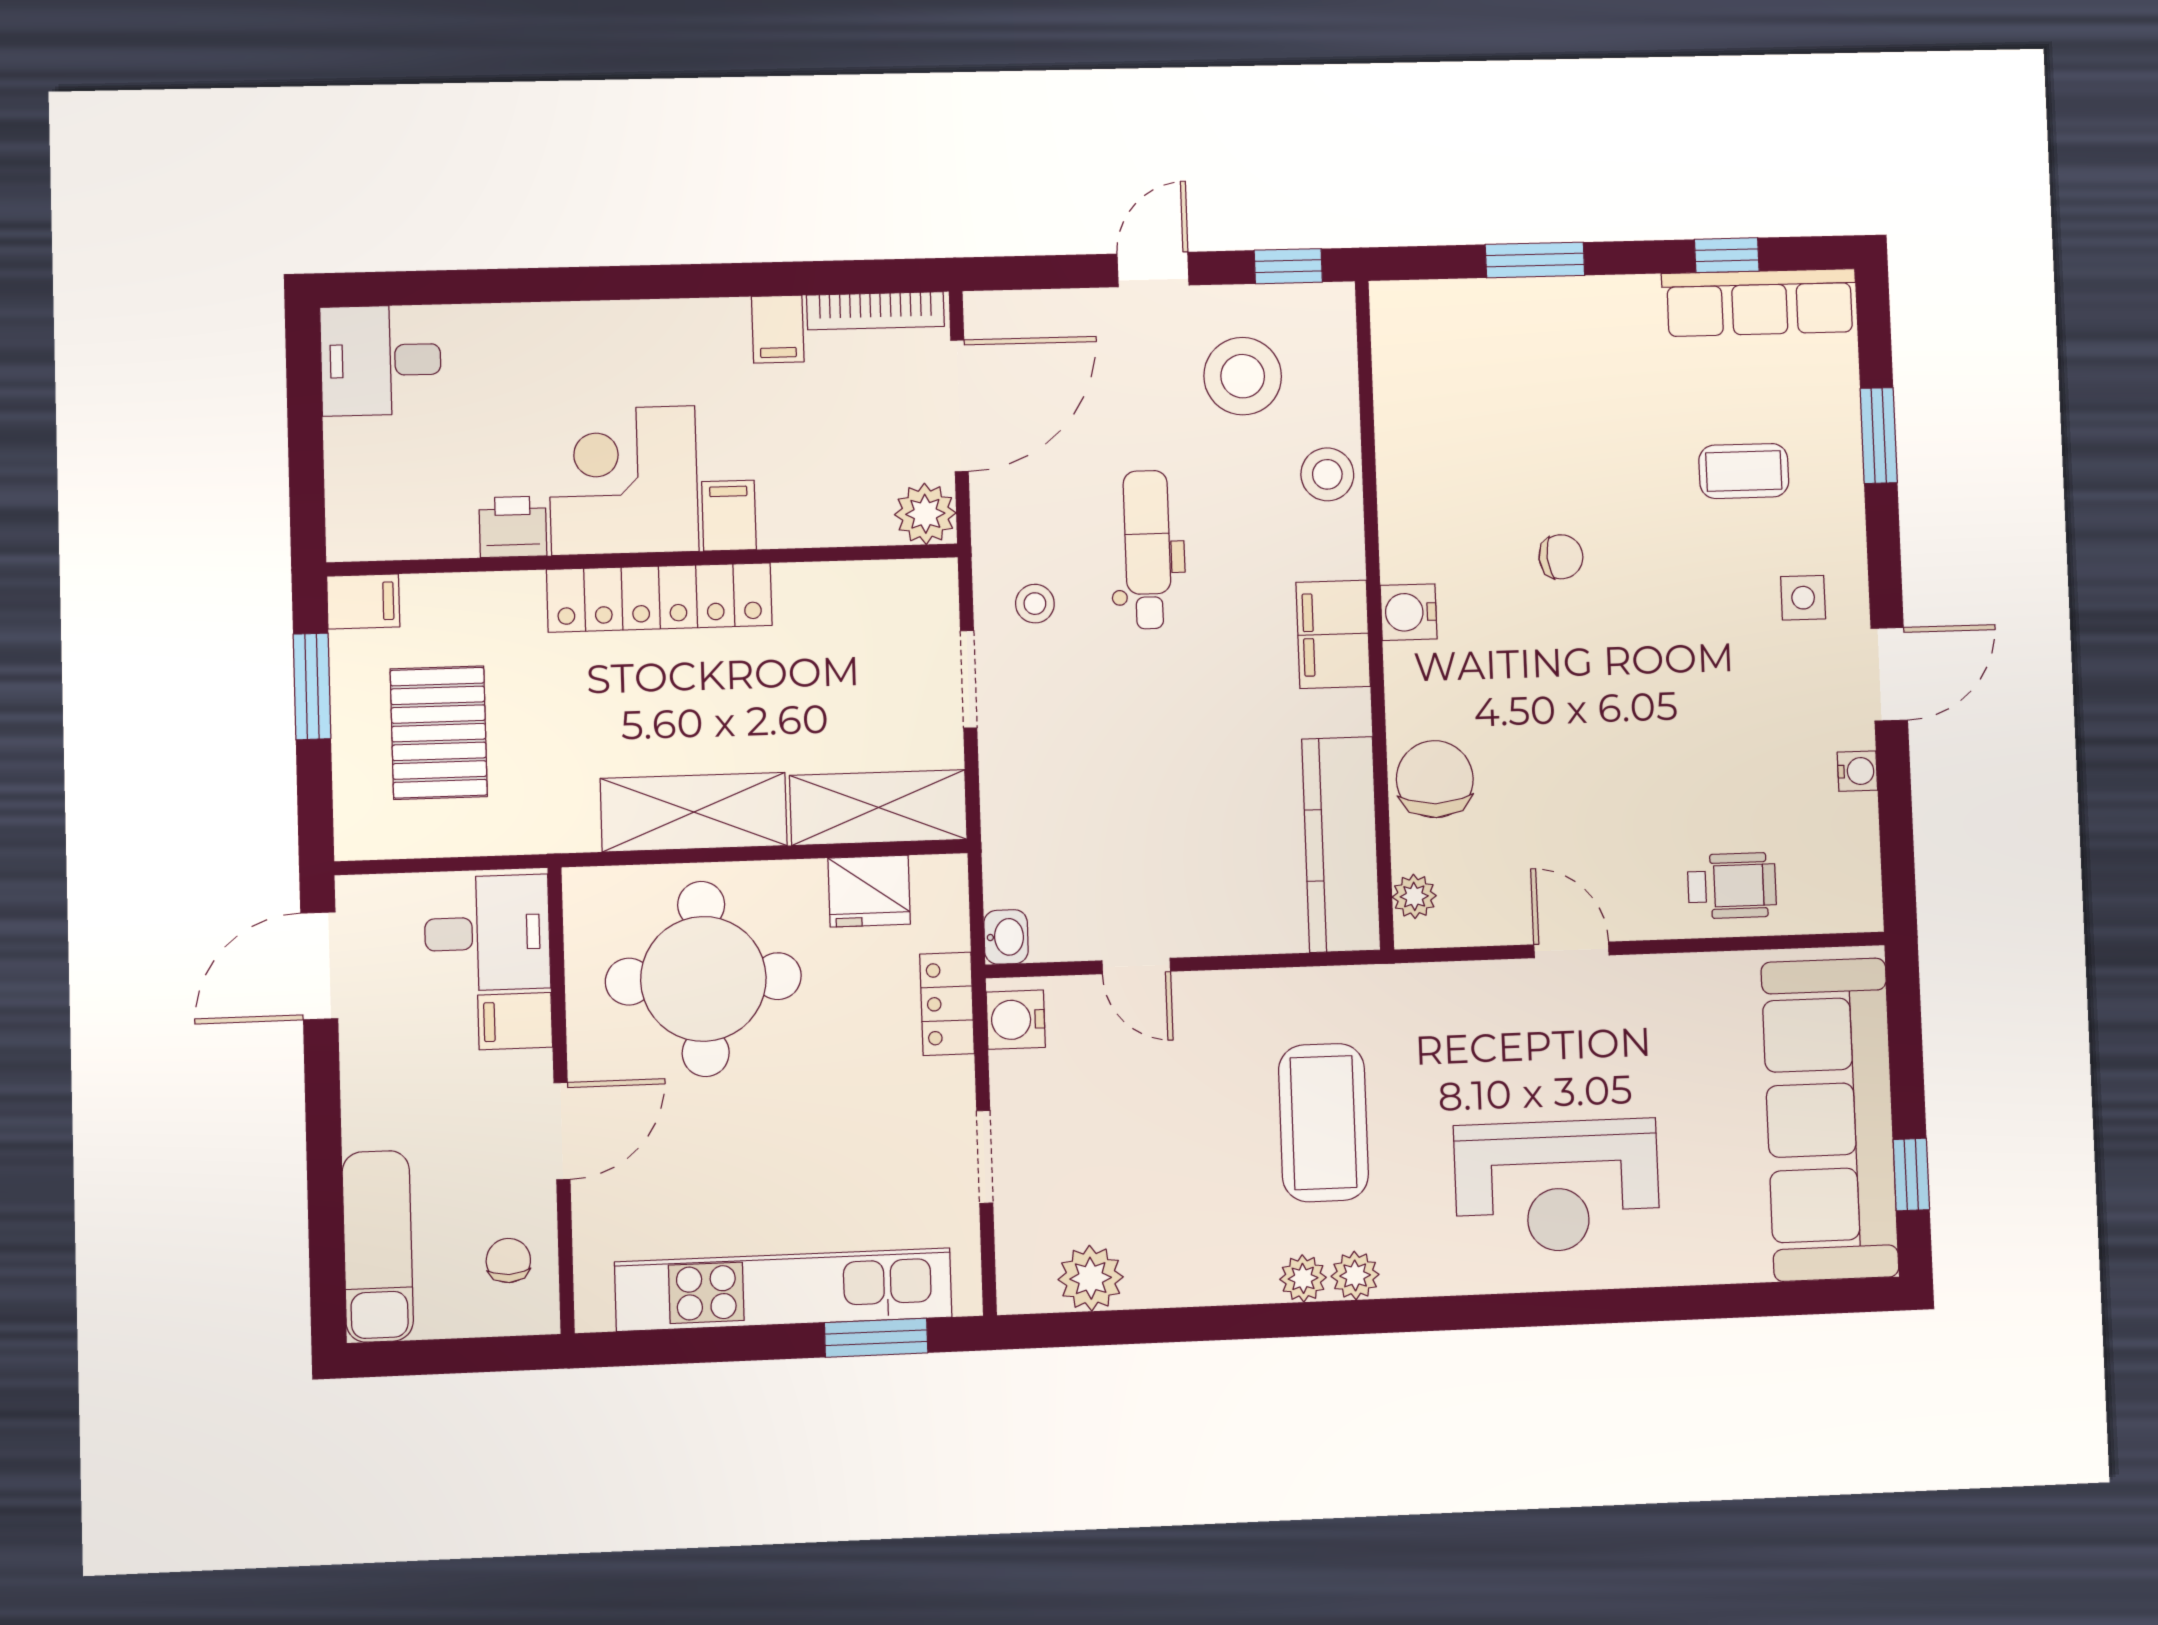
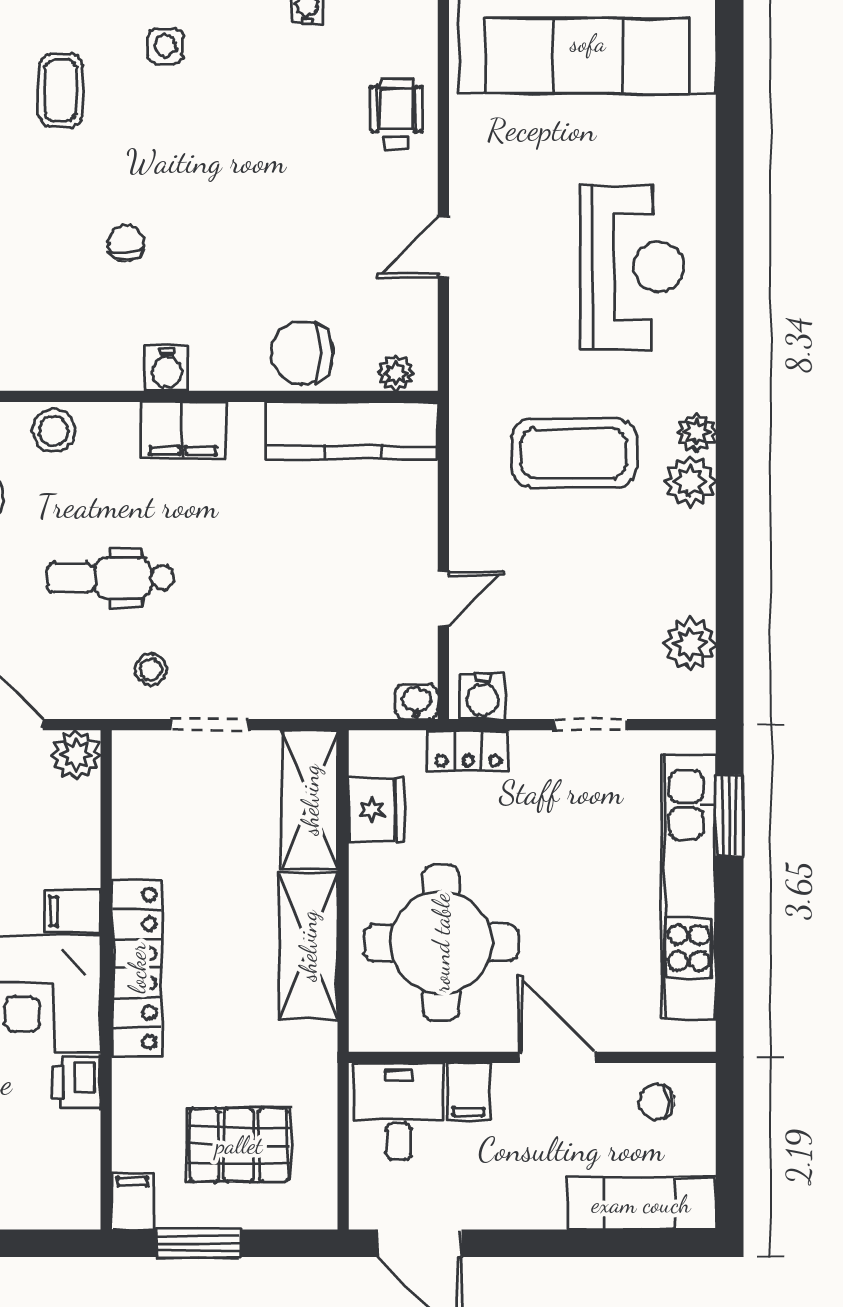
plant: (1303, 1278) -> (690, 481), width x1.38, depth x1.38

